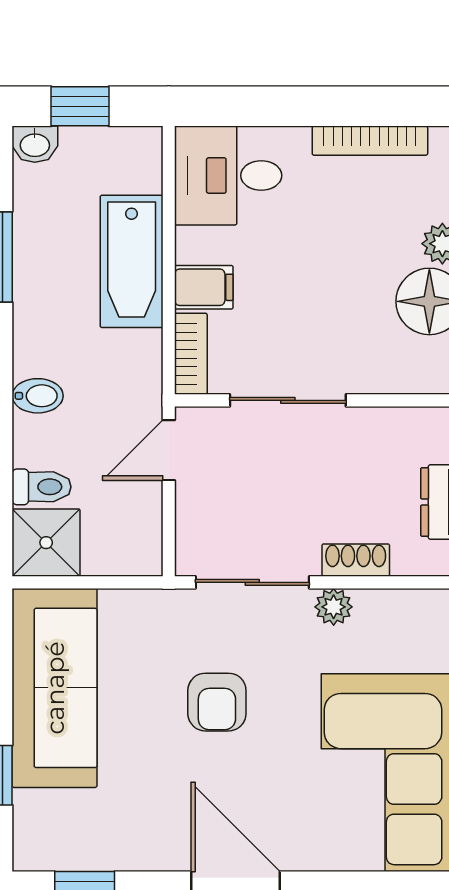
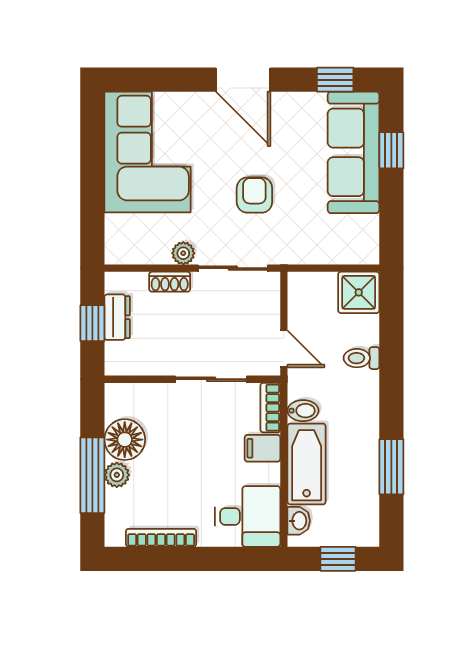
washbasin: (35, 144) -> (299, 521), moved, turned 90
bidet: (38, 396) -> (303, 411), moved, turned 180
door: (169, 450) -> (284, 349), hinge flipped
toilet: (42, 487) -> (361, 358), moved
sofa: (55, 688) -> (354, 152), moved

